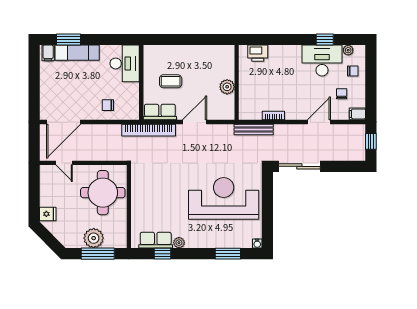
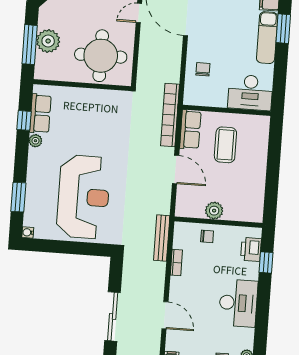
window: (325, 40) -> (266, 262), moved
desk: (322, 61) -> (238, 303), moved
coffee table: (171, 81) -> (225, 145), width x1.36, depth x1.30
chair: (342, 94) -> (207, 236), moved
sliding door: (299, 166) -> (113, 316), moved

